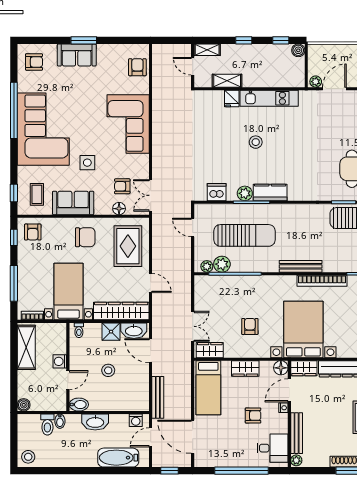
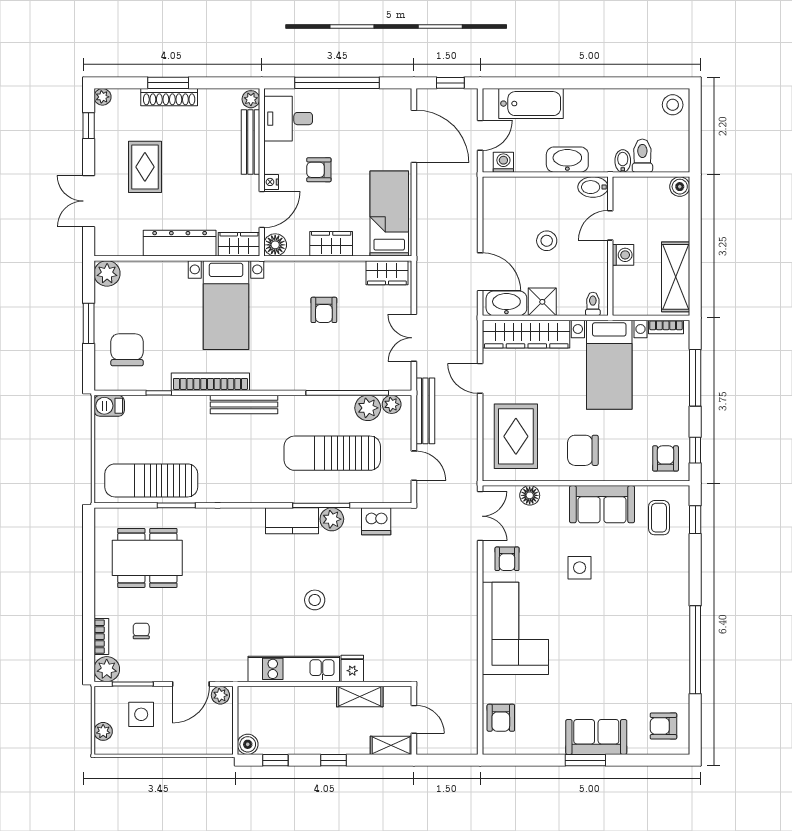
corner sofa: (43, 129) -> (649, 620), removed
armchair: (122, 186) -> (507, 559), moved, turned 90
double door: (193, 326) -> (414, 338), moved
bed with nightstands: (303, 330) -> (226, 305), width x0.73
bench: (158, 397) -> (425, 411), moved

